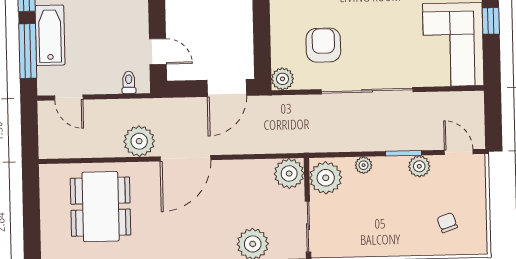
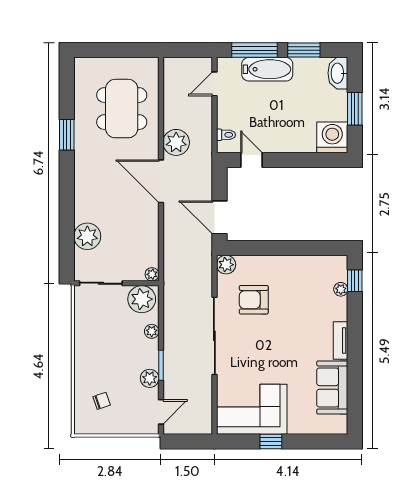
armchair: (323, 45) -> (254, 300), turned 180
door: (158, 52) -> (251, 160), swing flipped
plant: (289, 173) -> (152, 274), width x0.53, depth x0.53
dining table: (101, 207) -> (122, 109), turned 90

